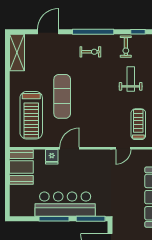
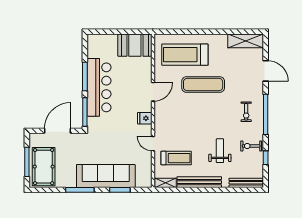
weight bench: (131, 79) -> (220, 151), turned -90
door: (70, 148) -> (153, 92), hinge flipped
fridge: (52, 157) -> (145, 118), moved

